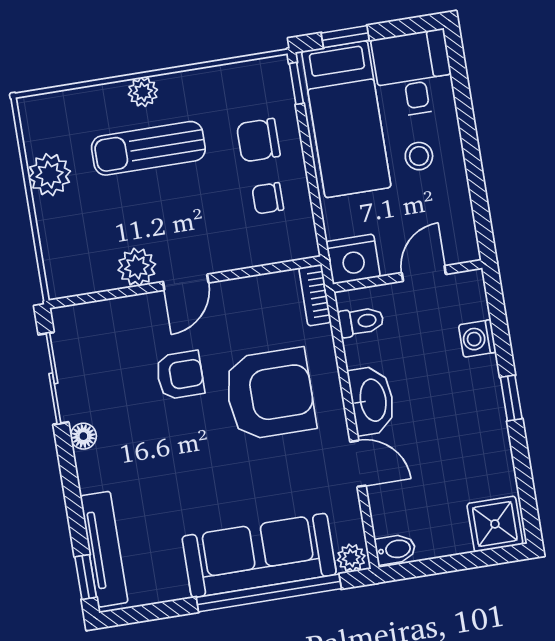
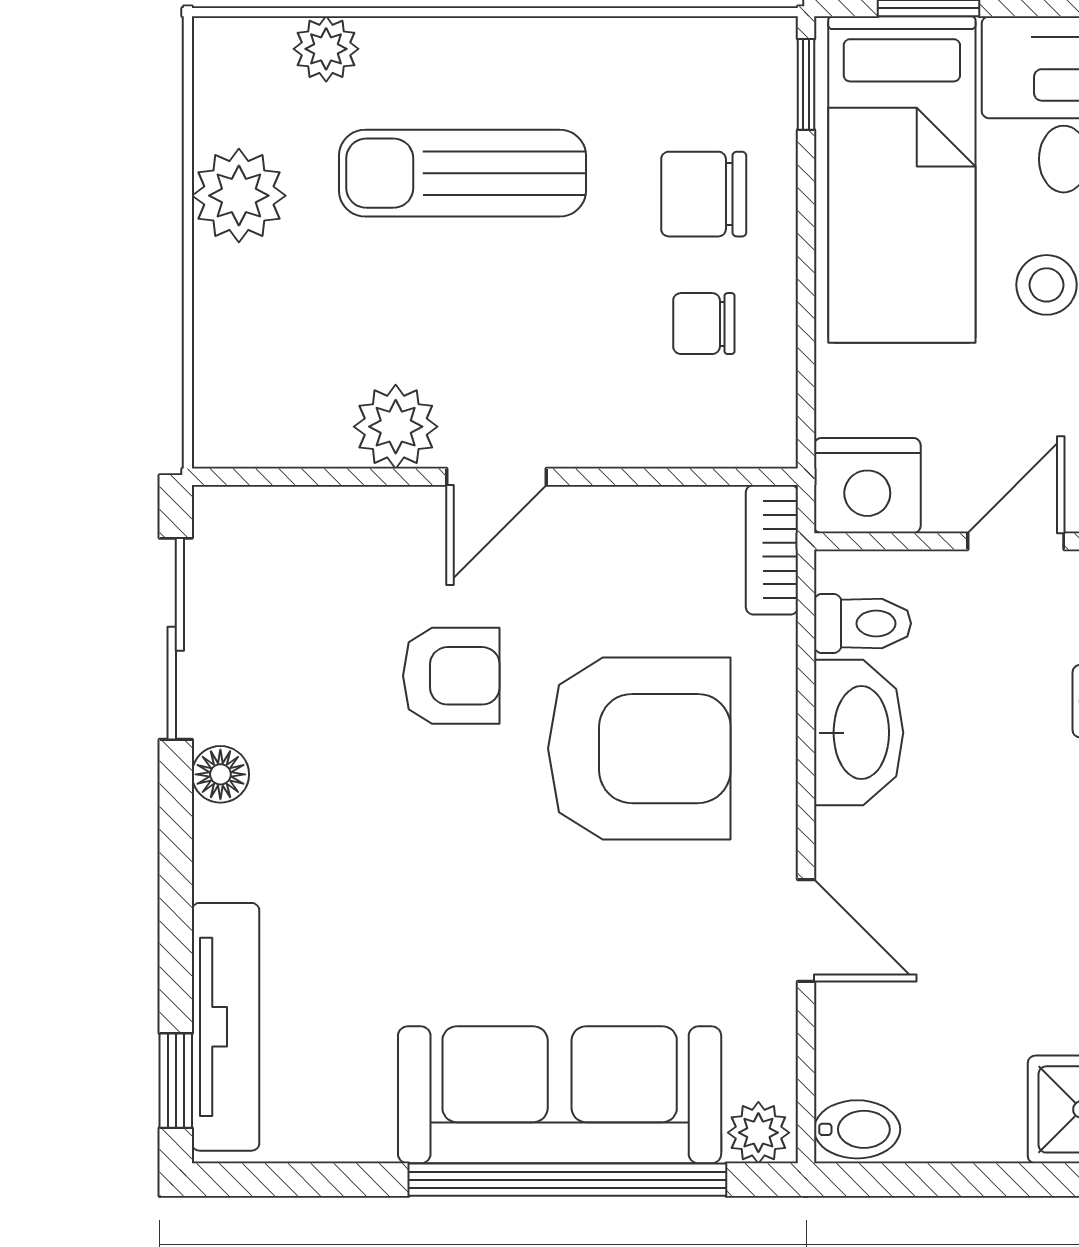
plant: (143, 92) -> (326, 49), moved
washbasin: (372, 400) -> (859, 733), moved

